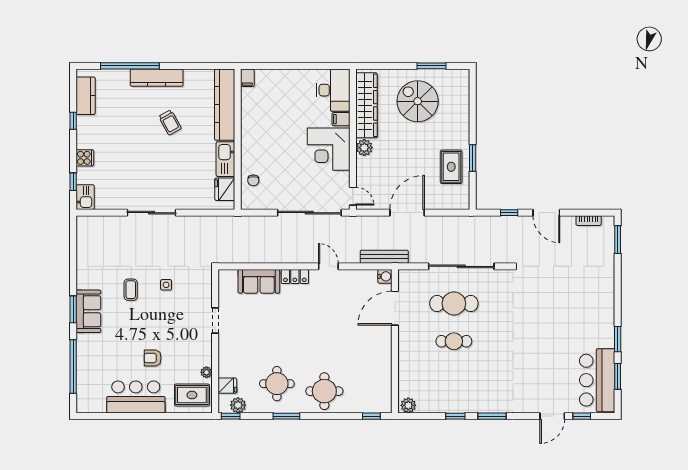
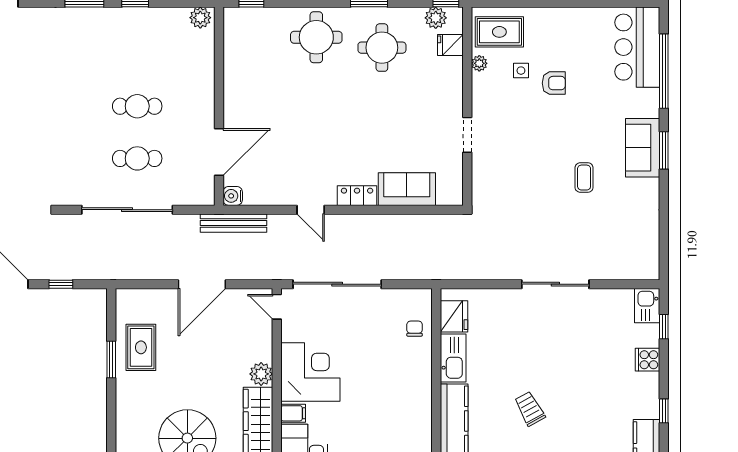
side table: (166, 285) -> (521, 71), moved
cafe table: (454, 303) -> (137, 158), width x0.73, depth x0.74
bar counter: (136, 397) -> (637, 47), moved, turned 90

